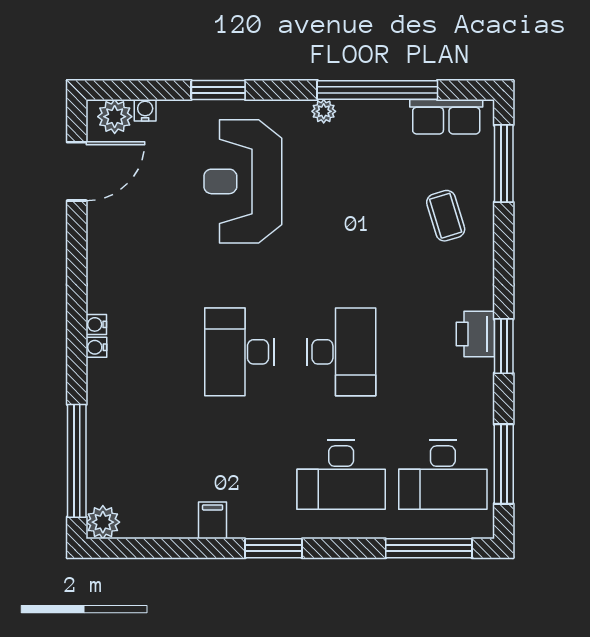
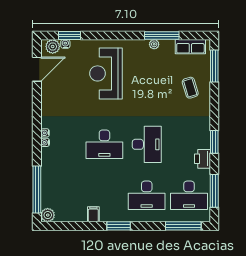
window: (218, 90) -> (69, 35), moved
window: (377, 90) -> (162, 35), width x0.68
plant: (324, 111) -> (154, 44), moved
printer: (475, 334) -> (203, 159), moved
desk: (239, 352) -> (104, 144), turned -90

